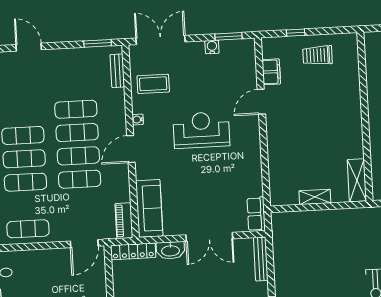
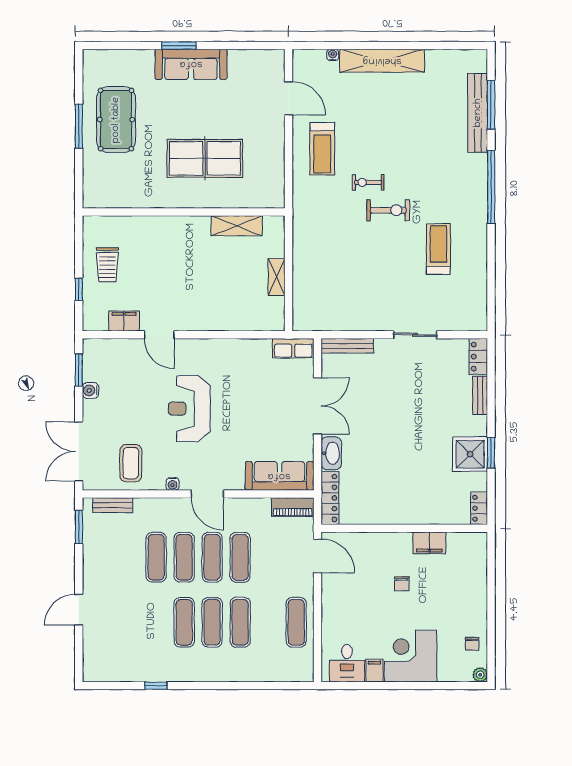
shelving: (357, 180) -> (237, 226), moved

